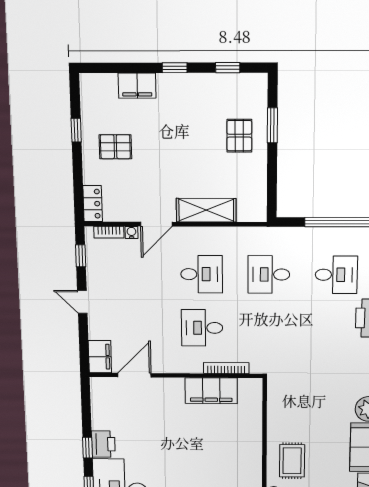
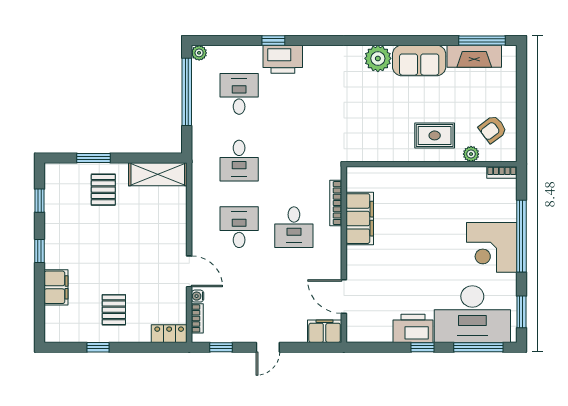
pallet: (239, 136) -> (103, 190), turned 90
shelving: (206, 210) -> (158, 174), moved, turned 90
printer: (103, 444) -> (413, 328), width x1.37, depth x1.19

